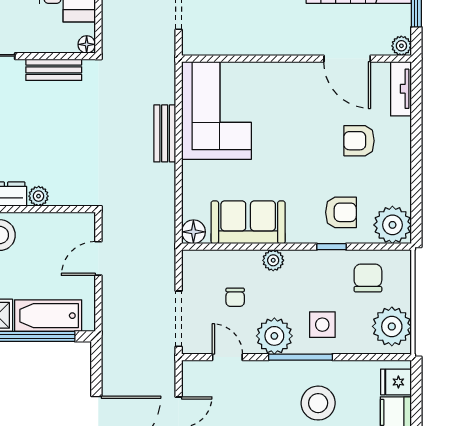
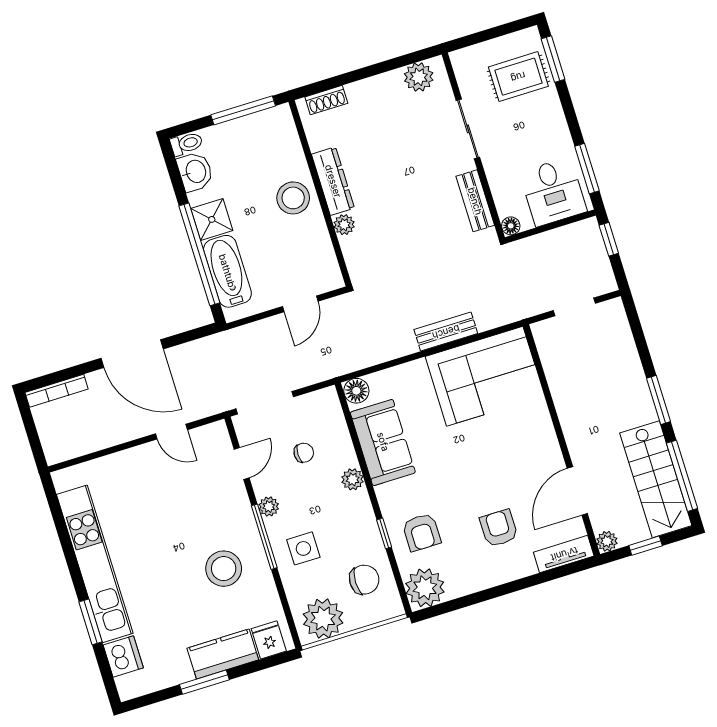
door: (98, 258) -> (300, 304), swing flipped
chair: (235, 297) -> (304, 453), turned 180
plant: (274, 336) -> (269, 507), width x0.53, depth x0.53

